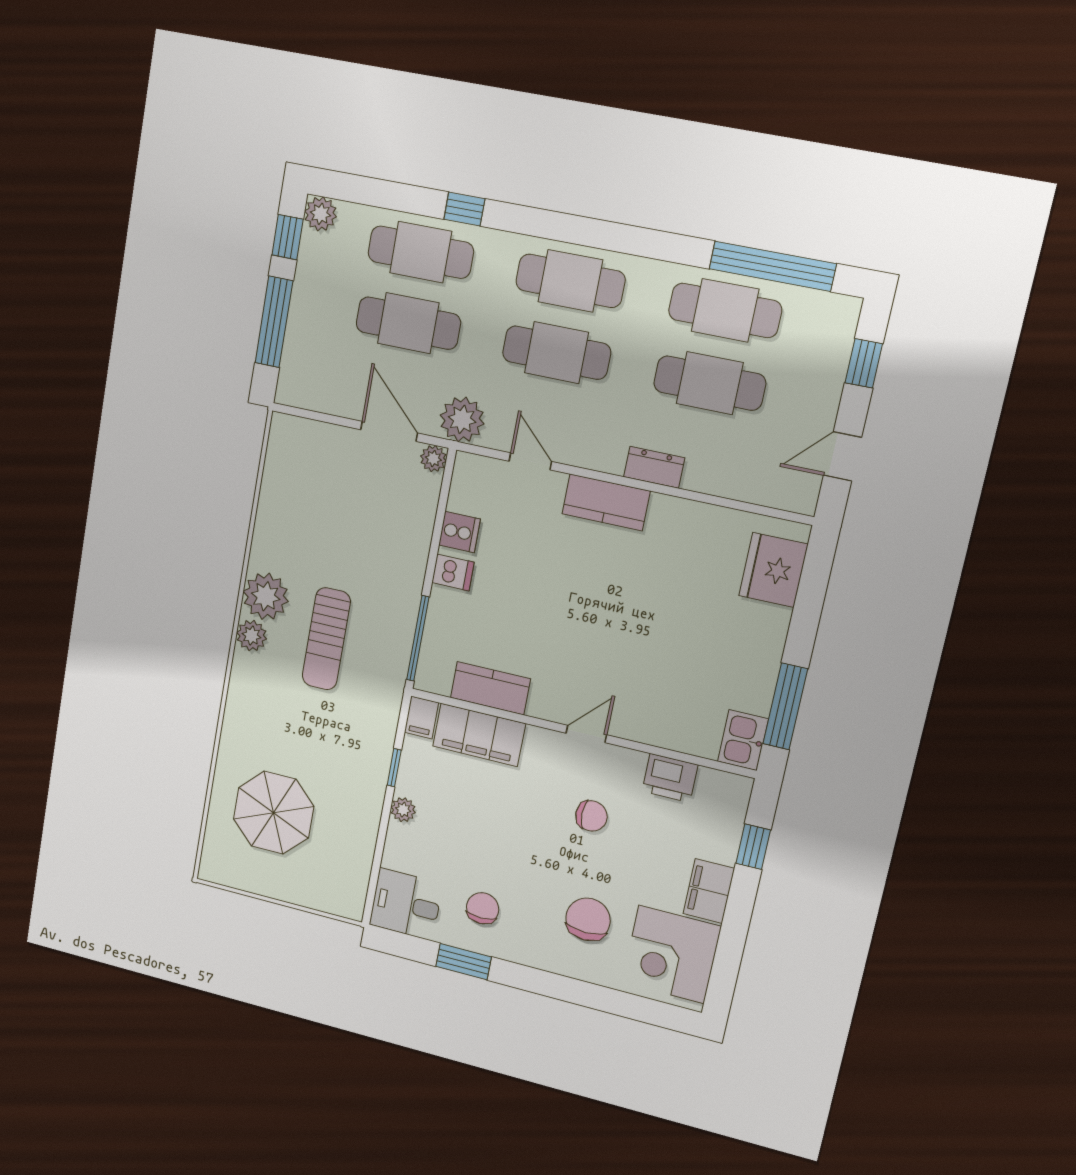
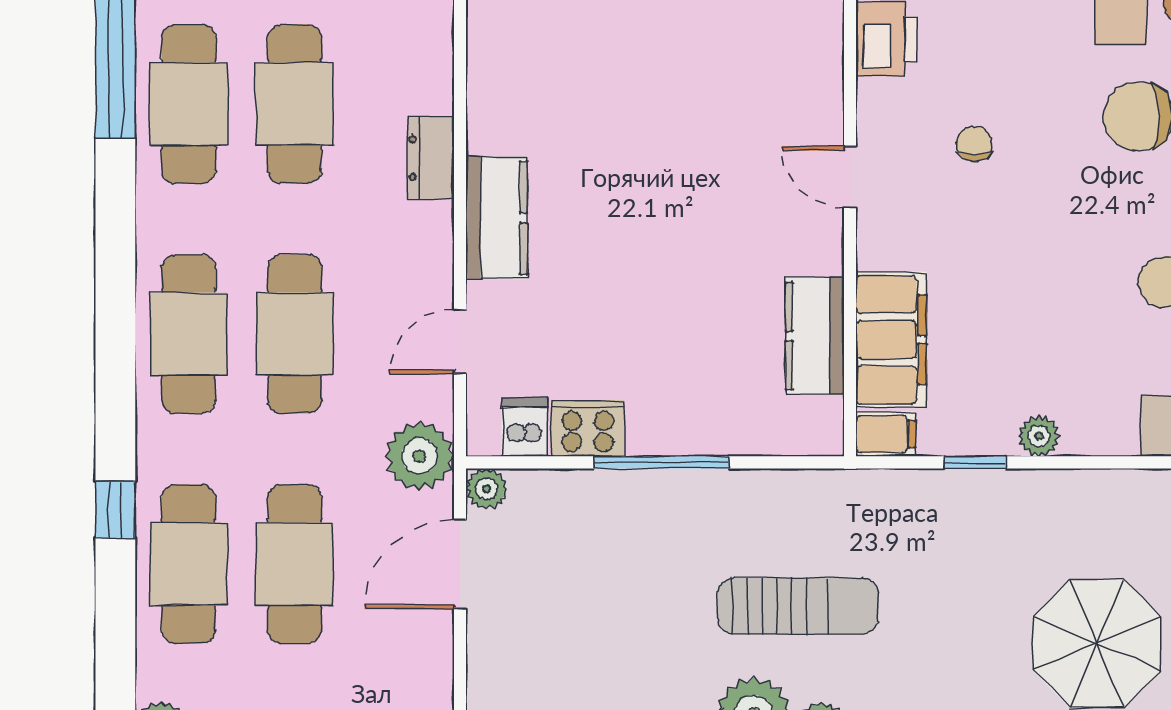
cooker: (460, 532) -> (588, 428), width x1.36
dishwasher: (453, 572) -> (525, 427), moved
window: (418, 638) -> (661, 462), moved
chair: (591, 816) -> (974, 144), width x0.73, depth x0.73

